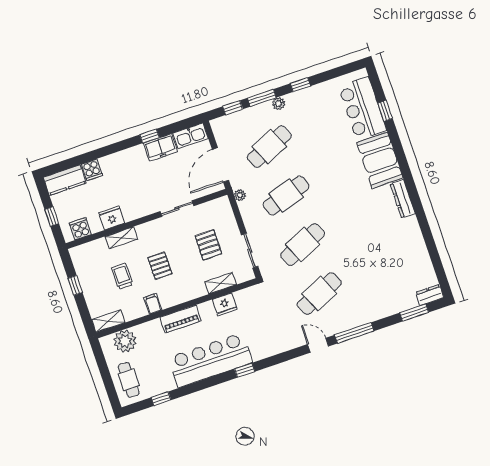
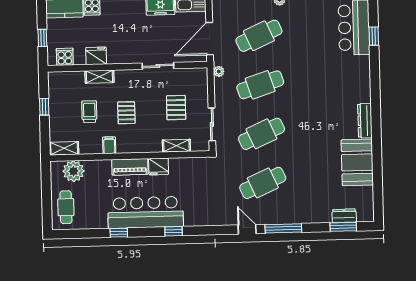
booth: (380, 160) -> (357, 162), moved
dresser: (430, 295) -> (344, 216), moved
fridge: (225, 304) -> (159, 166), moved
window: (161, 399) -> (119, 233), moved

